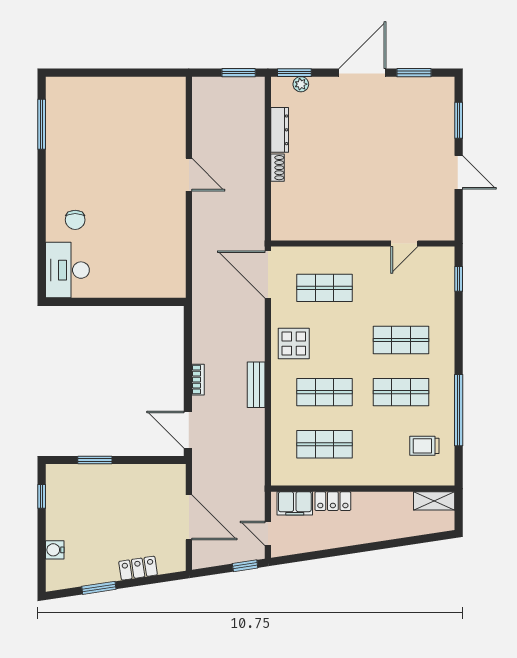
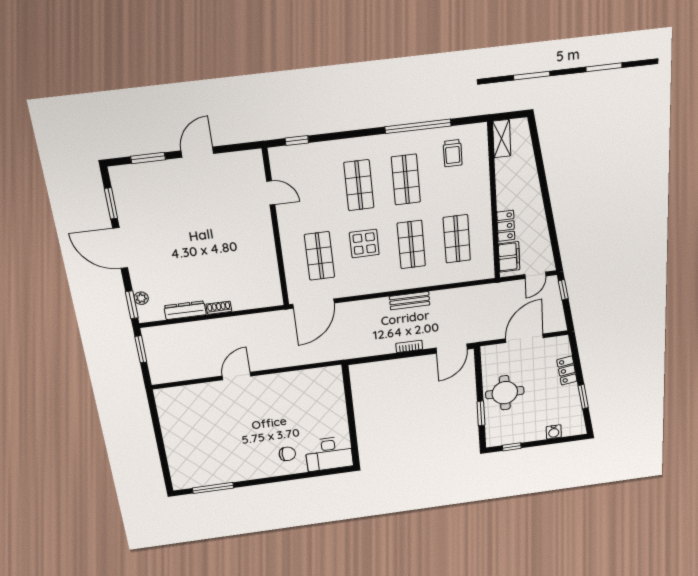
display table: (294, 344) -> (364, 244), moved
round table: (119, 491) -> (505, 393), added

